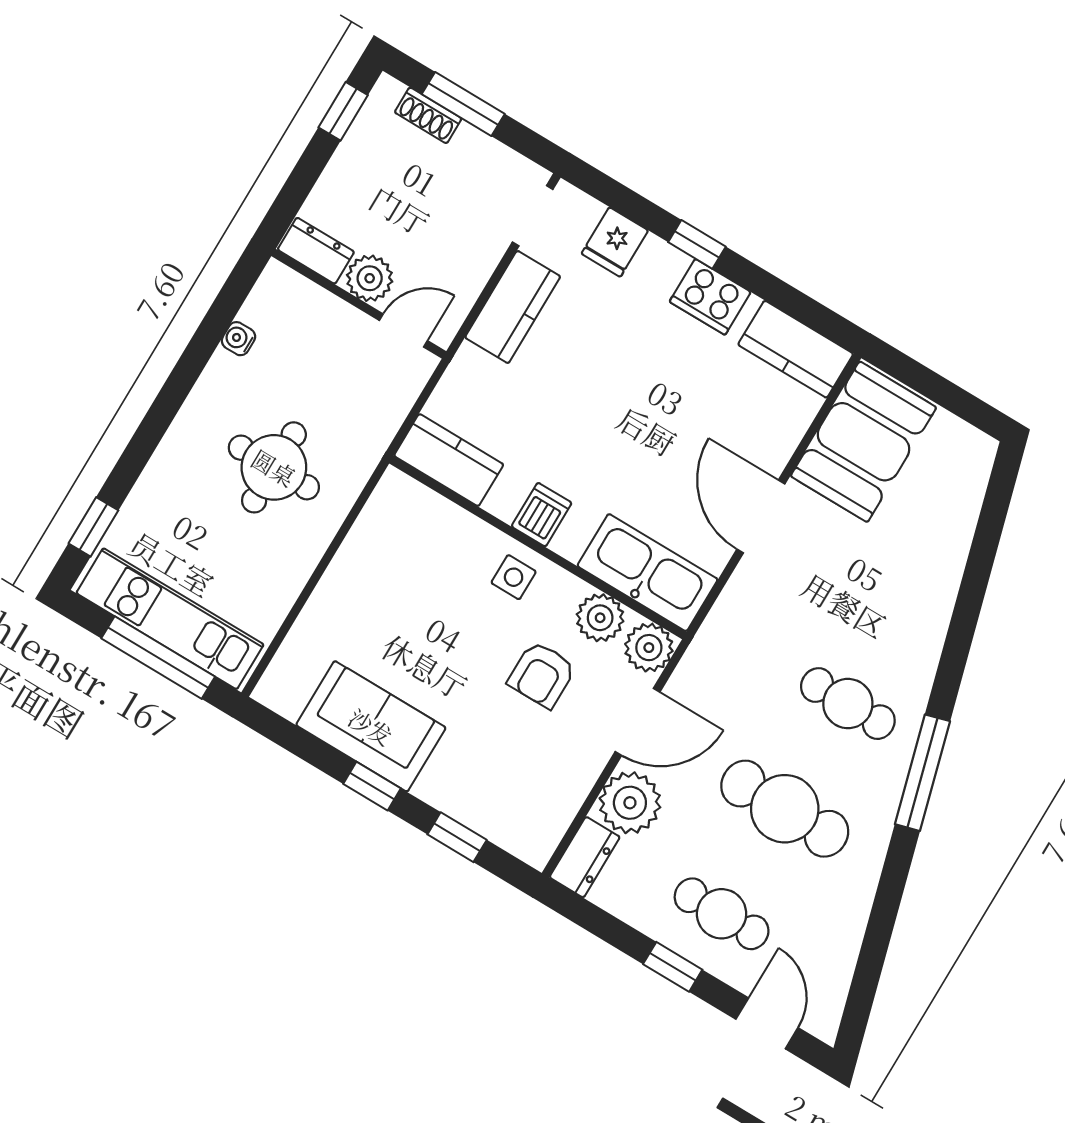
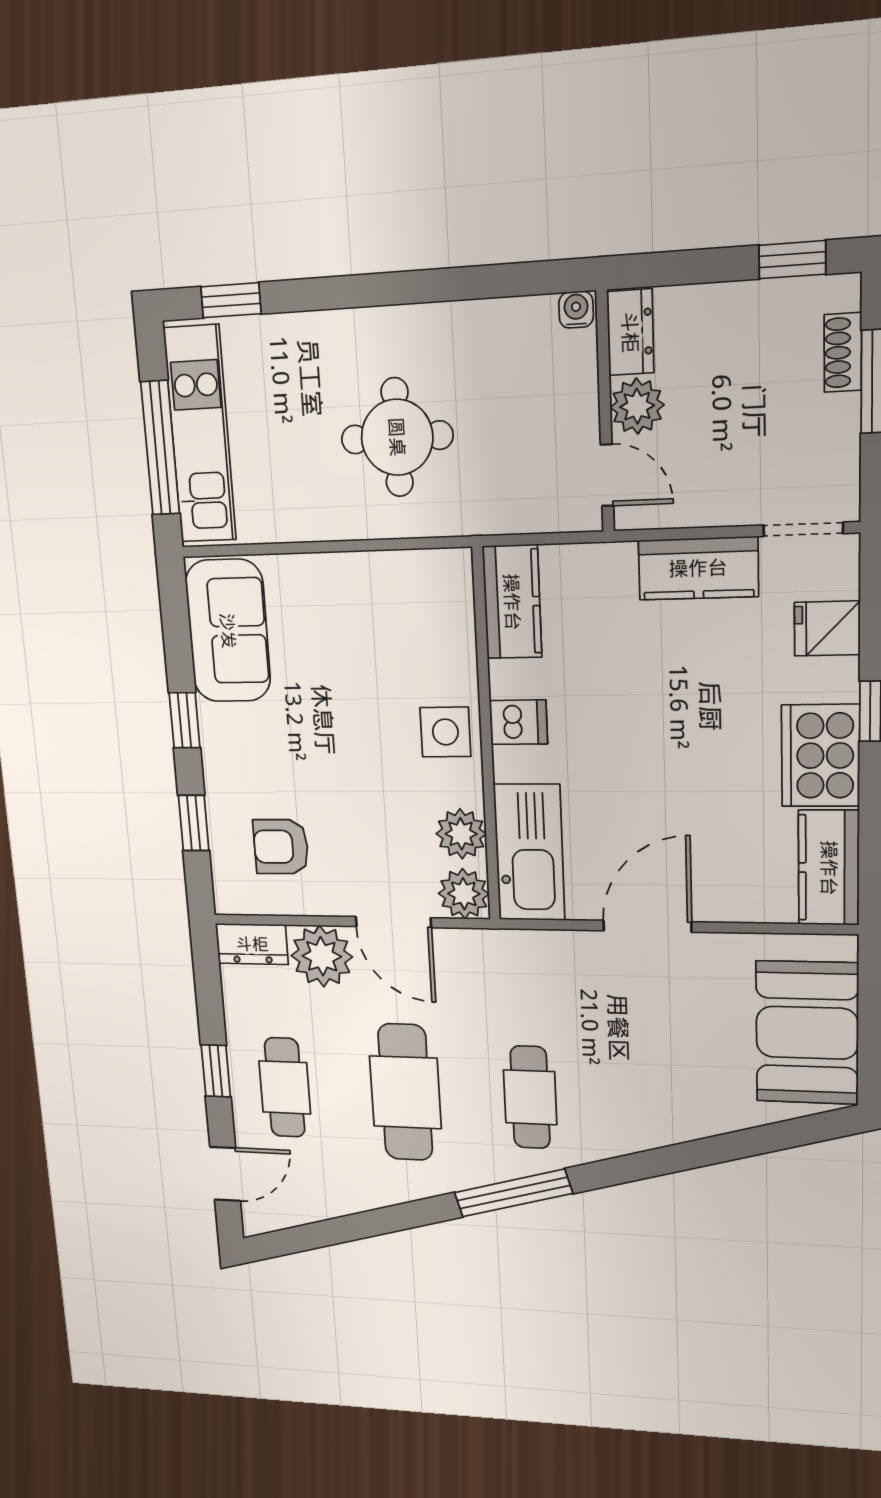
cooker: (710, 297) -> (820, 756), width x1.37, depth x1.31
water cooler: (239, 339) -> (576, 310), moved
booth: (863, 442) -> (807, 1033), moved, turned 90
side table: (514, 577) -> (445, 732), width x1.37, depth x1.37
armchair: (542, 675) -> (281, 847), moved
sofa: (371, 726) -> (228, 631), moved

